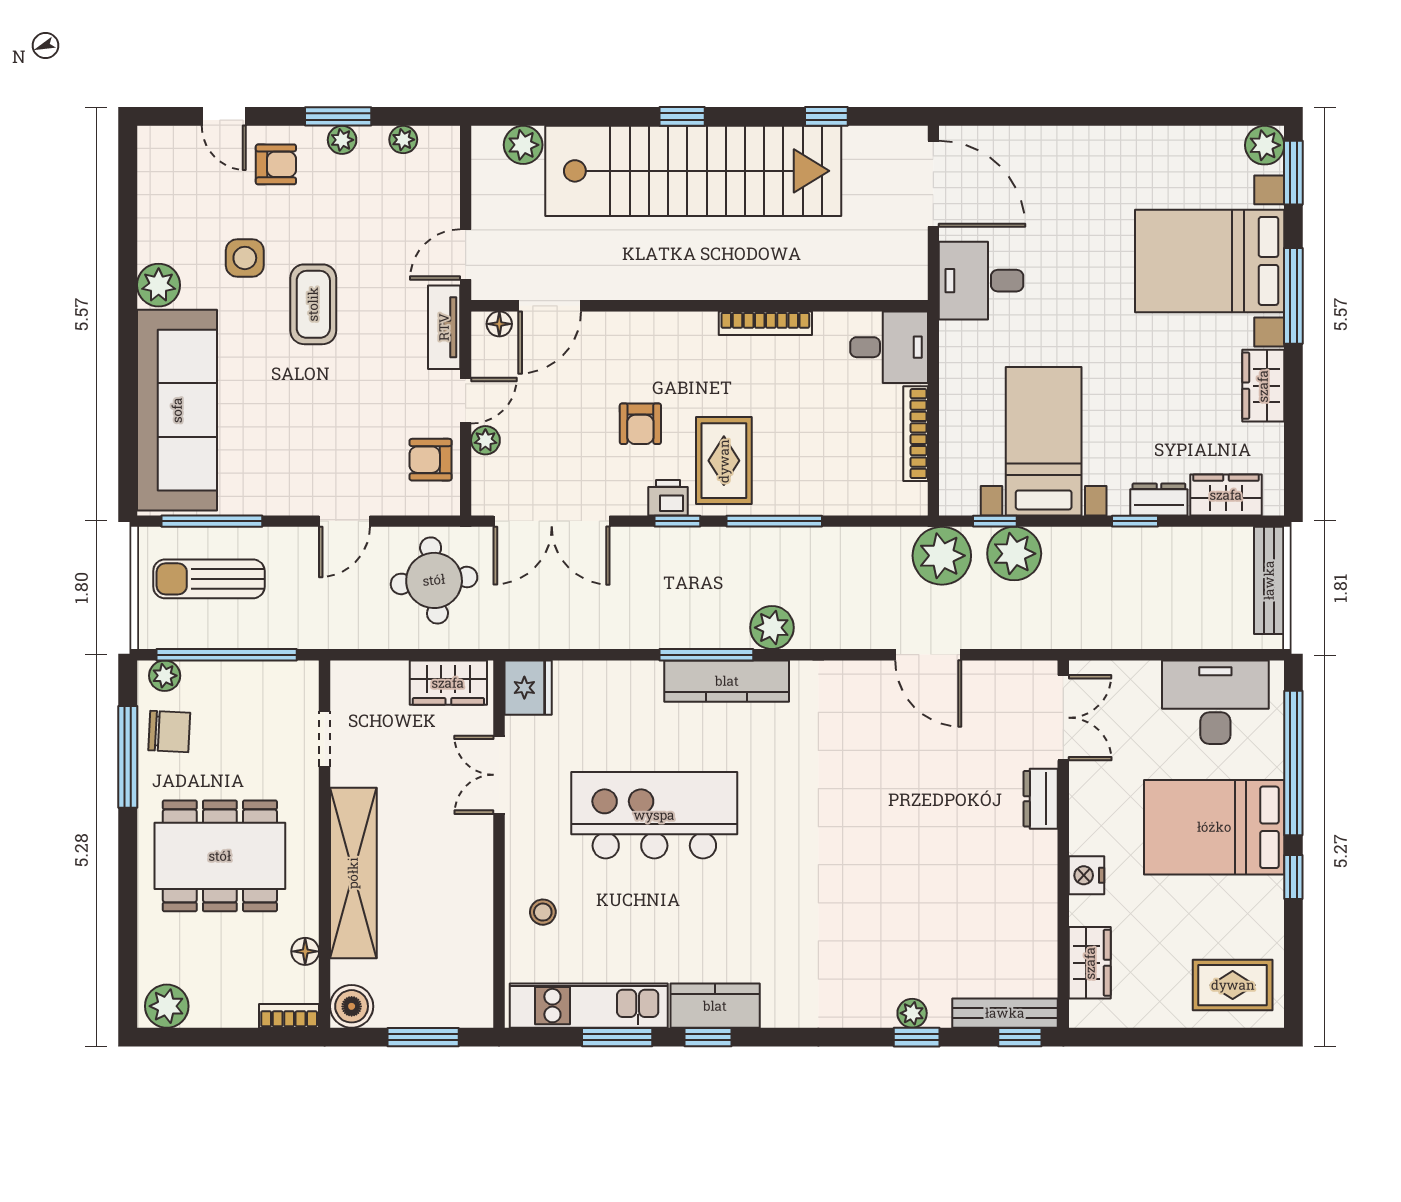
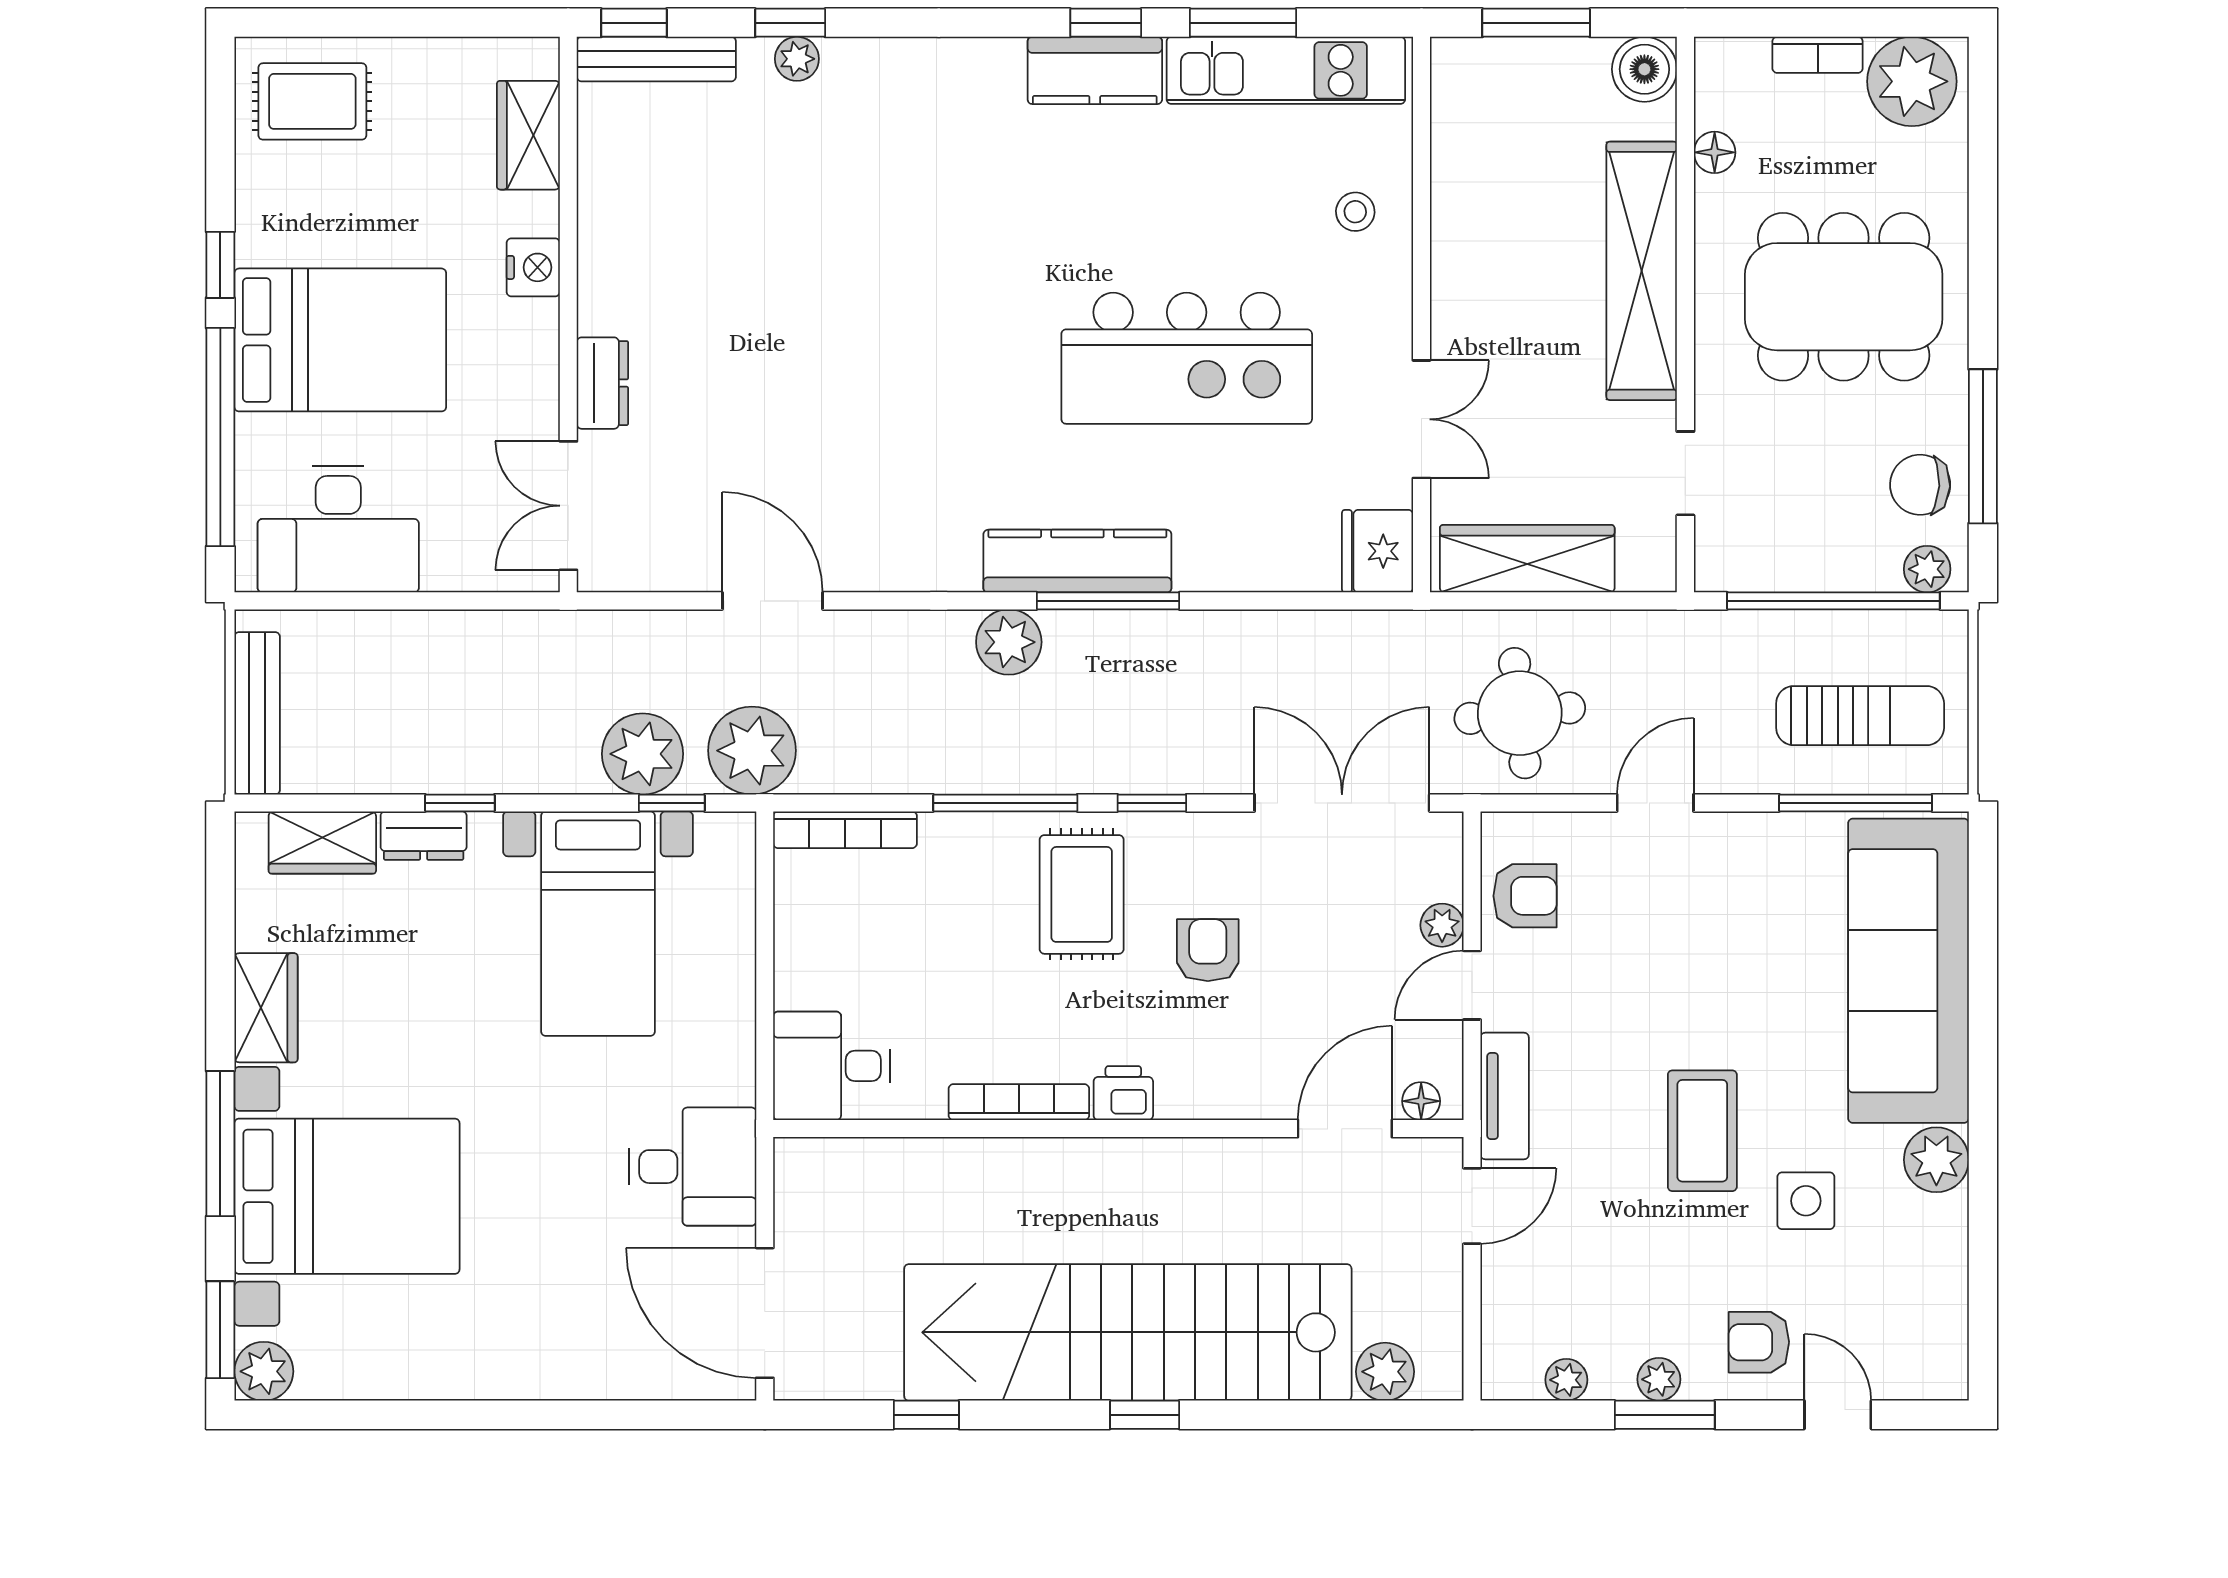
bookcase: (916, 434) -> (845, 830), moved, turned 90
printer: (668, 498) -> (1123, 1093), moved, turned 180
wardrobe: (448, 683) -> (1527, 559), width x1.50
plant: (167, 1006) -> (1912, 81), width x1.36, depth x1.36
bookcase: (289, 1016) -> (1818, 55), moved

